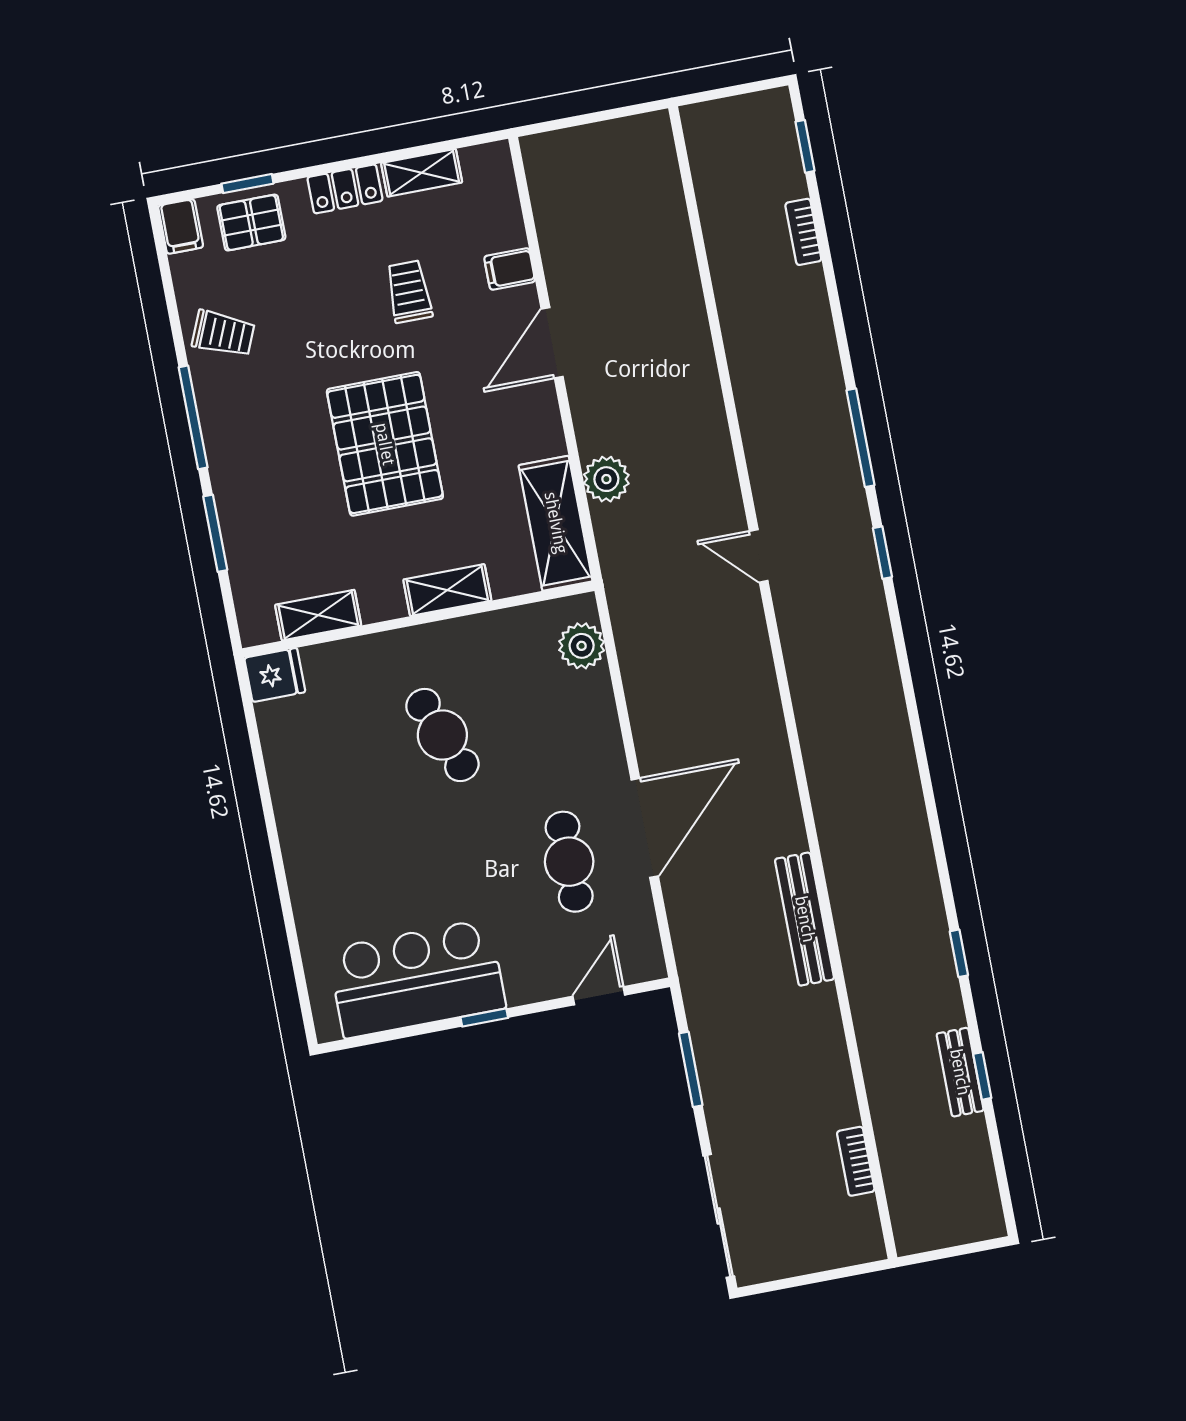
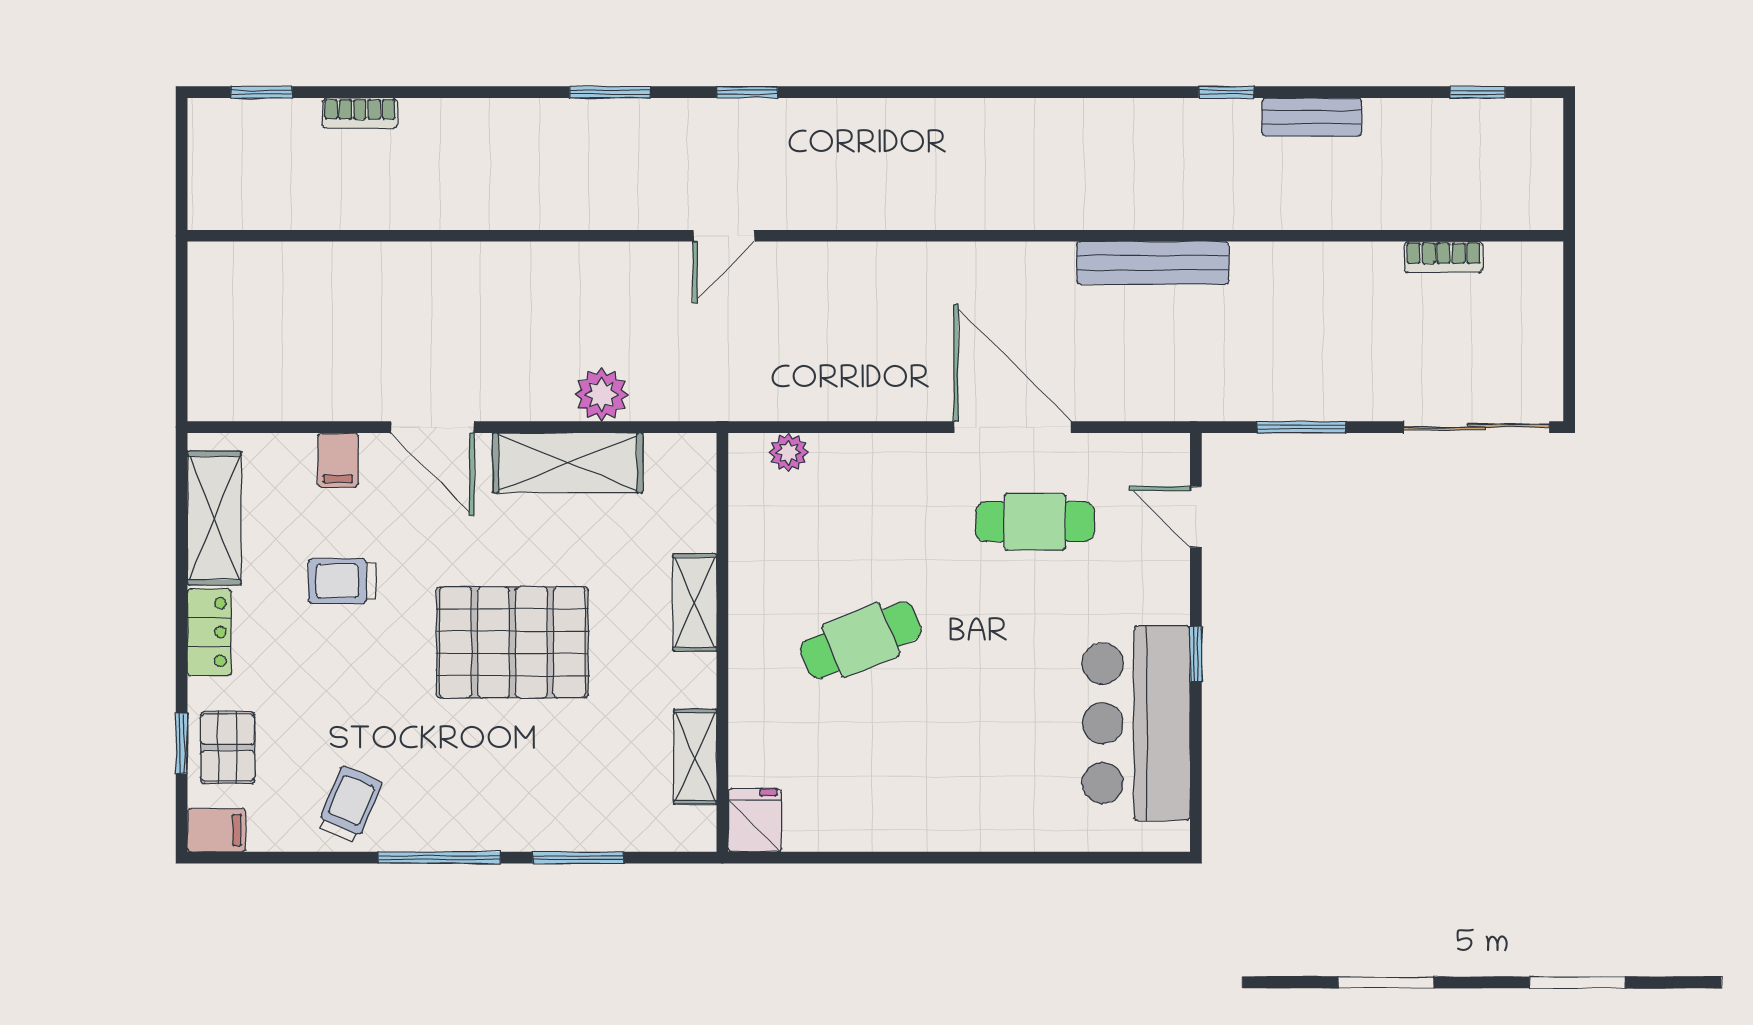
shelving: (422, 173) -> (214, 518), width x1.50, depth x1.33
window: (861, 438) -> (610, 92), width x0.69
shelving: (556, 523) -> (568, 463), moved
plant: (582, 646) -> (789, 452), width x0.73, depth x0.73
bench: (960, 1072) -> (1312, 117), moved
window: (982, 1076) -> (1478, 92), moved

